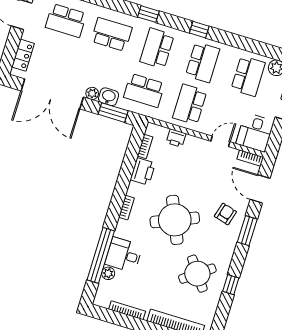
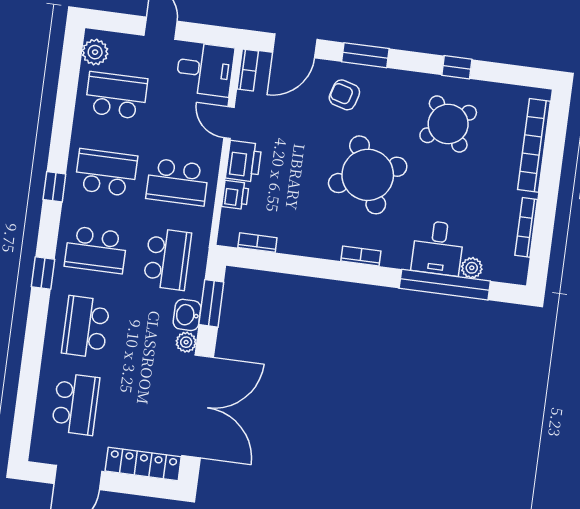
locker: (23, 55) -> (143, 464), width x1.53
printer: (143, 171) -> (244, 161), moved, turned 90

